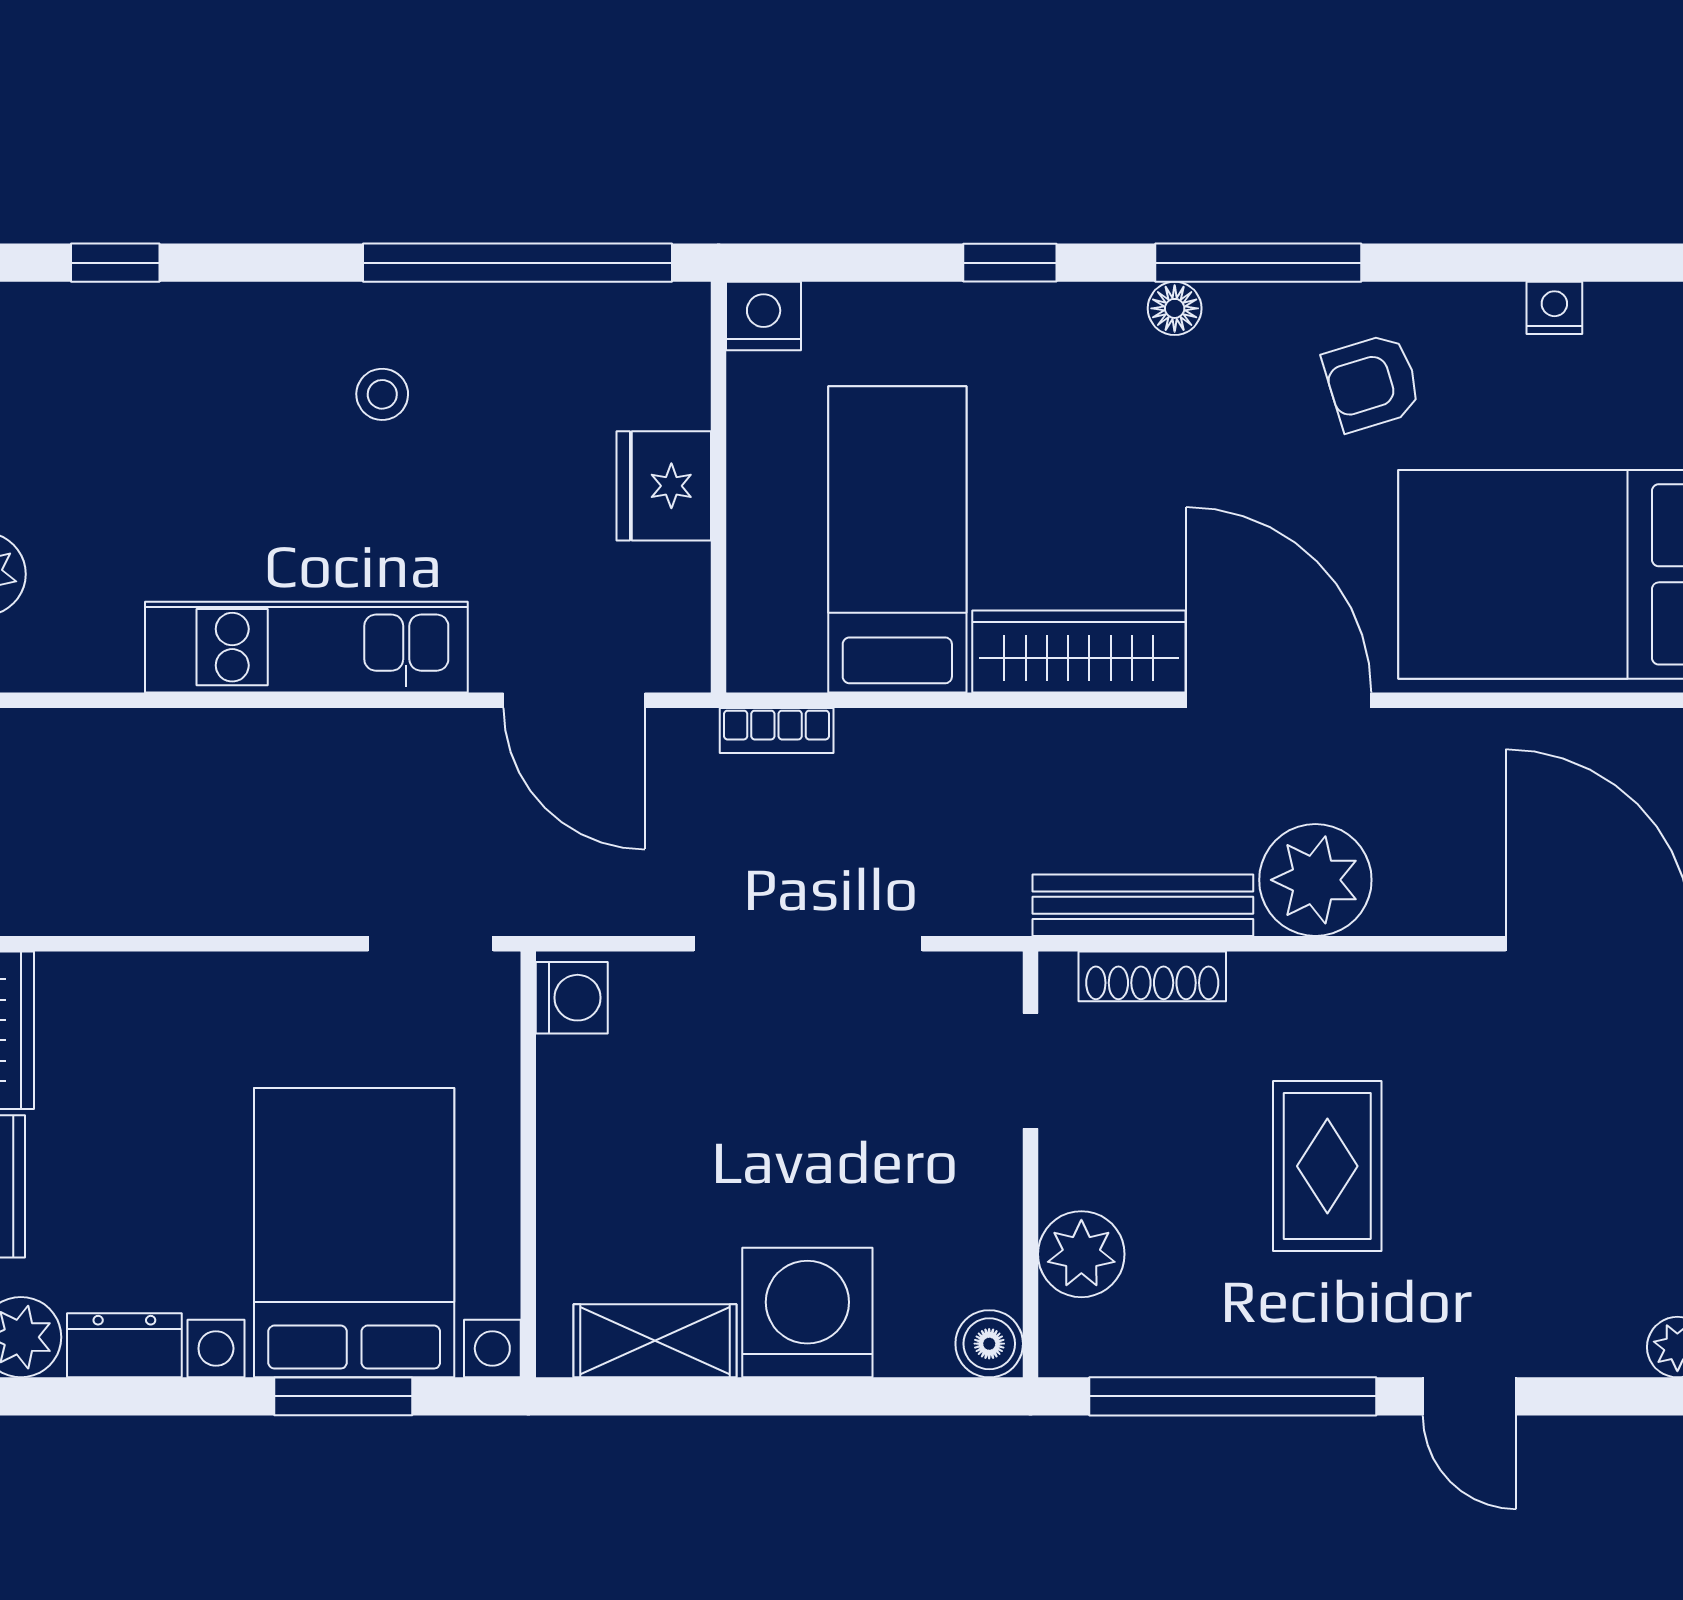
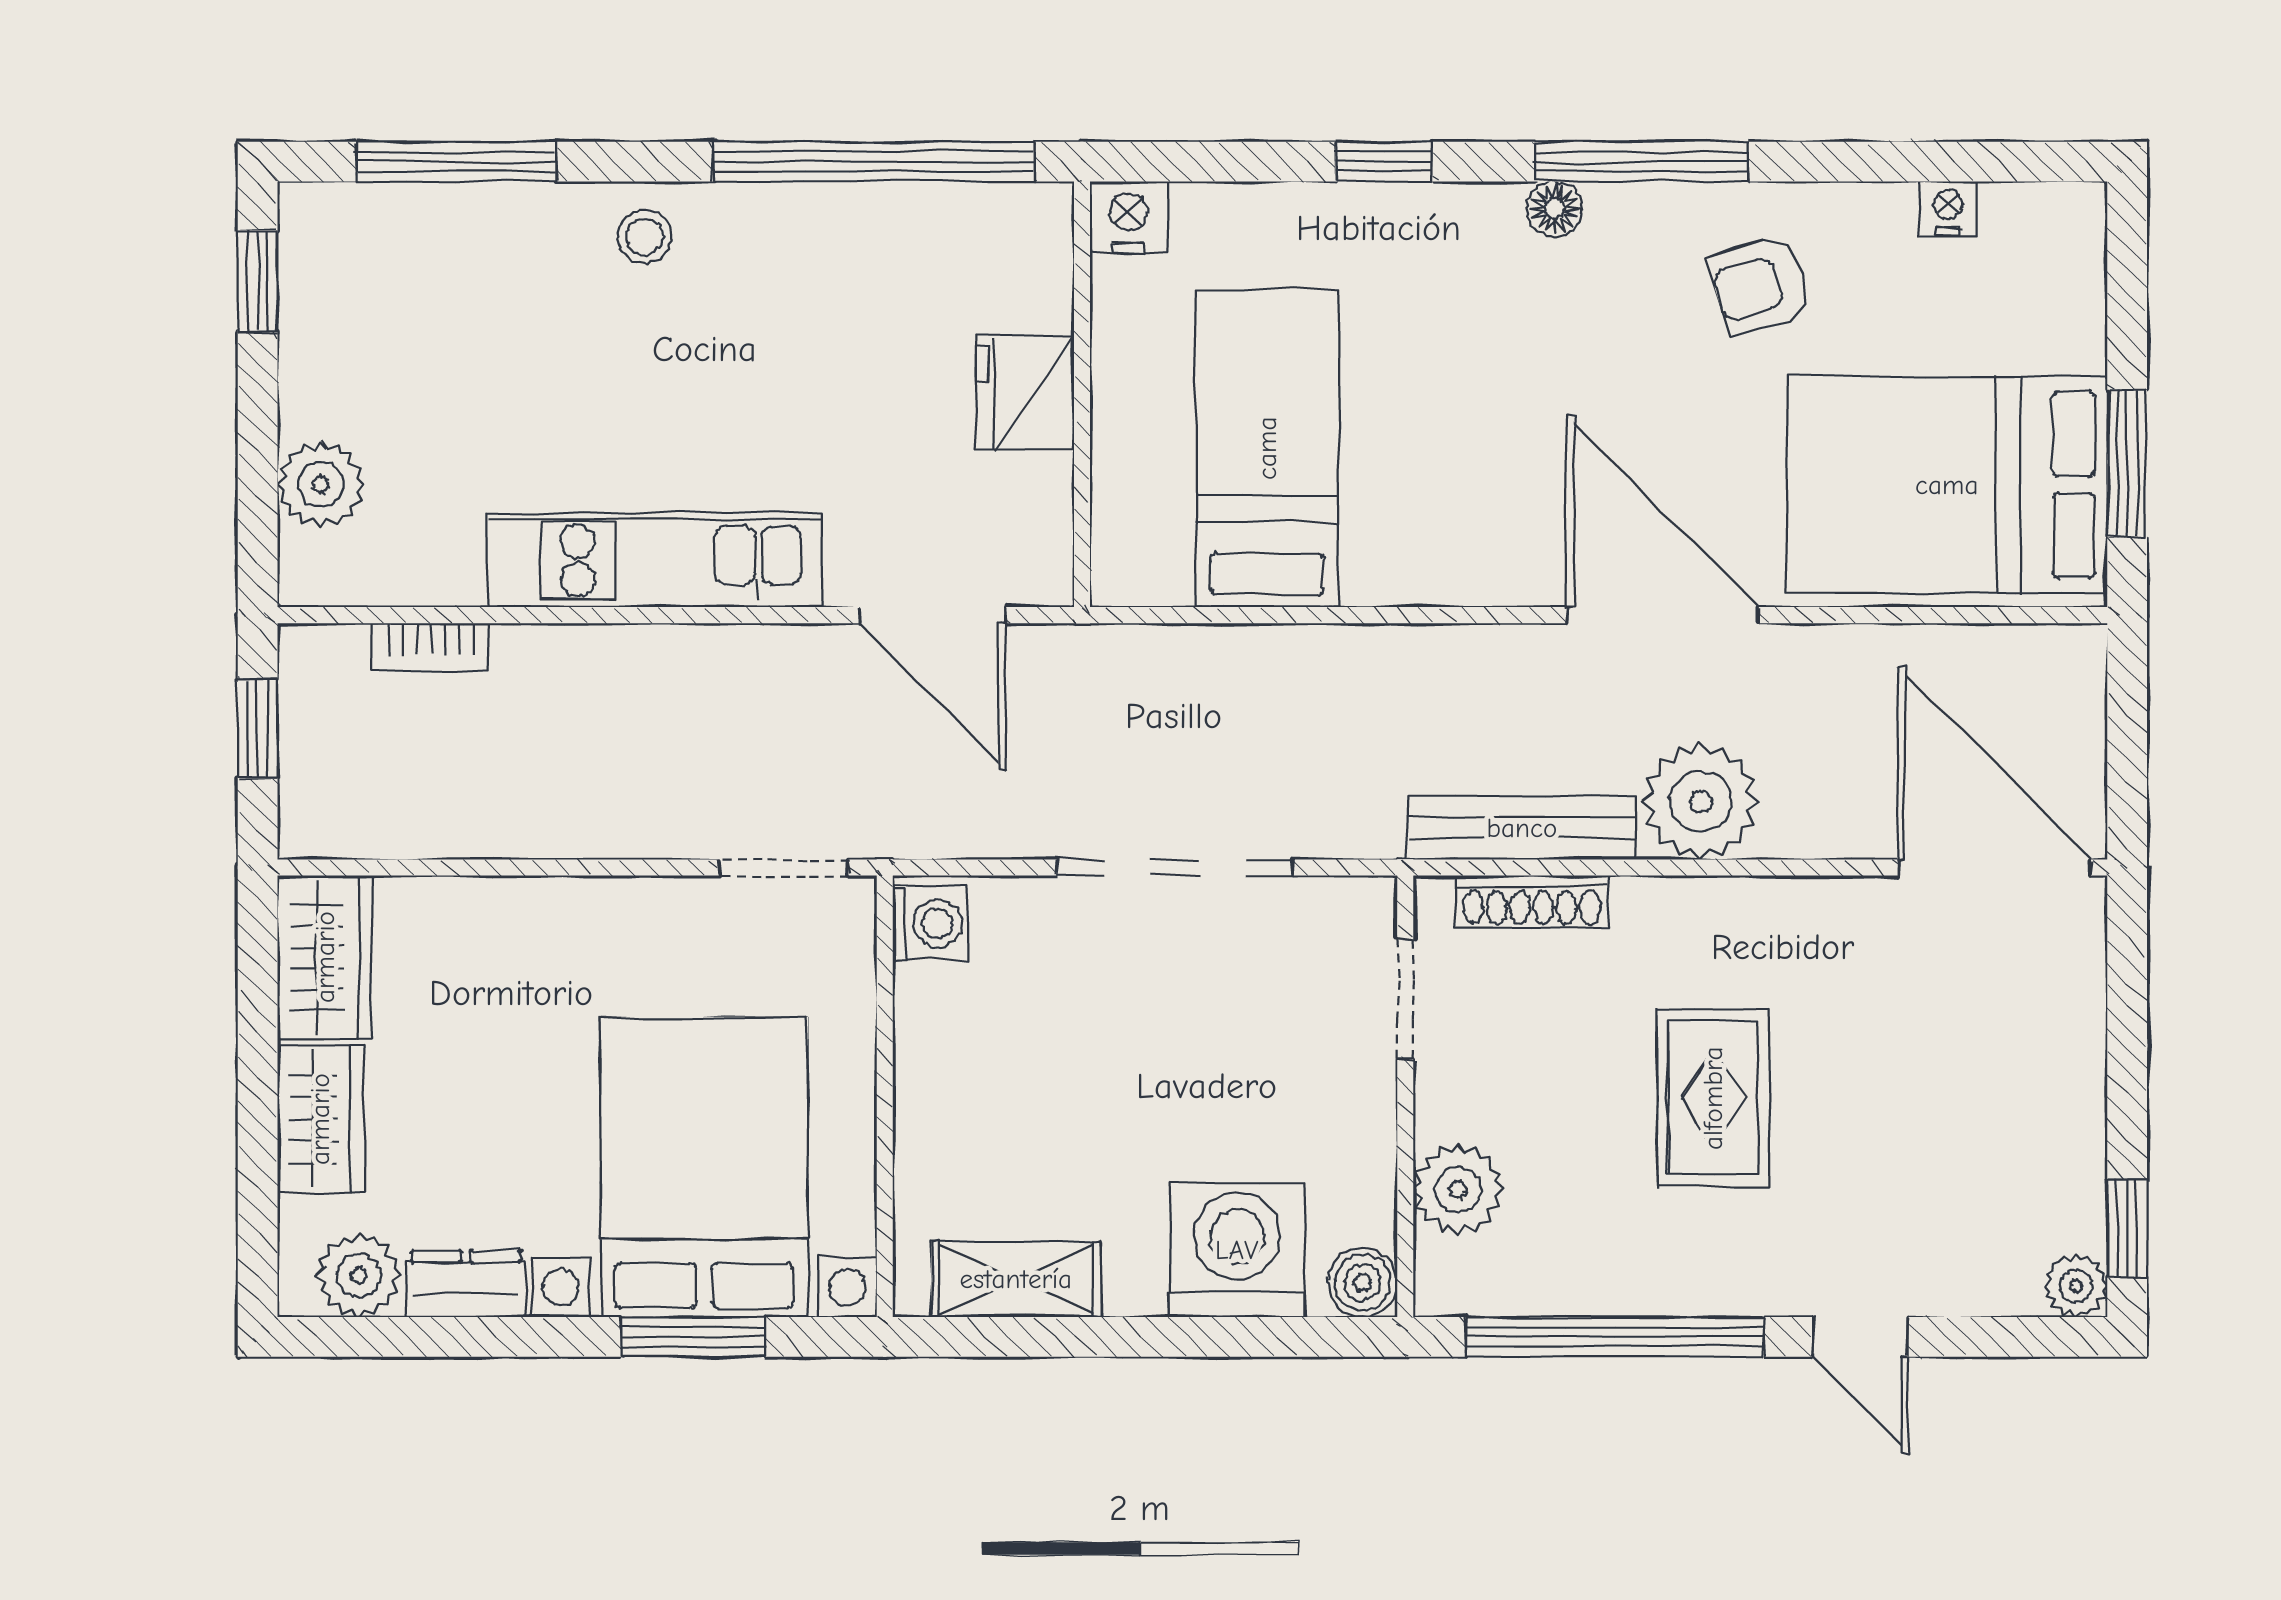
window: (115, 263) -> (456, 162), width x2.17
stool: (382, 394) -> (645, 237), moved
wardrobe: (1079, 651) -> (1455, 565), removed
bookcase: (777, 731) -> (431, 647), moved
washing machine: (807, 1313) -> (1237, 1250), moved

